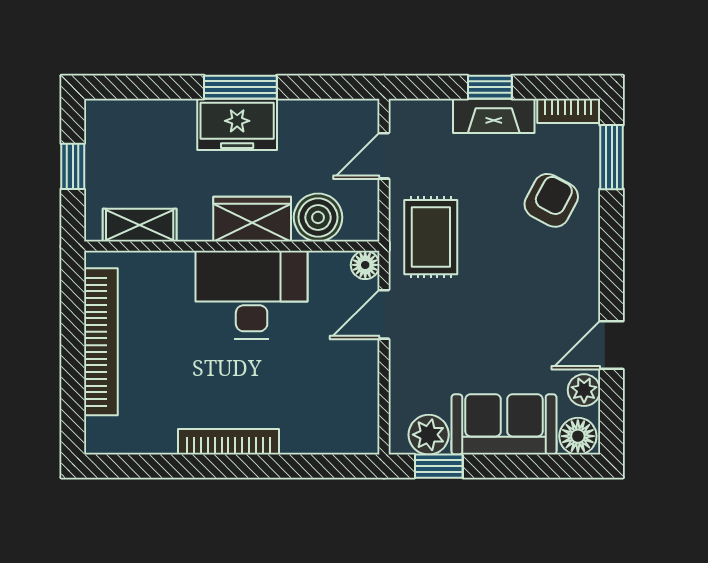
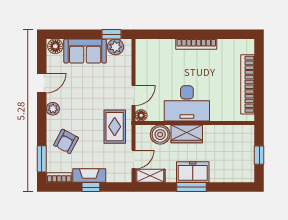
shelving: (140, 225) -> (150, 176), moved
plant: (584, 390) -> (53, 109), moved

